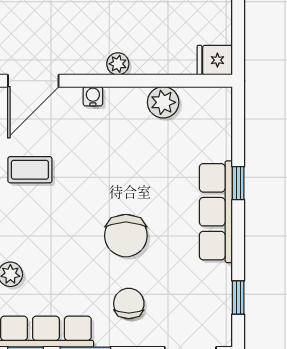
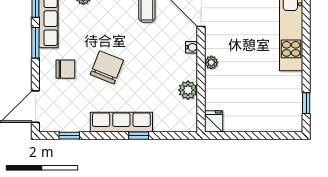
chair: (126, 236) -> (107, 67), turned 112

